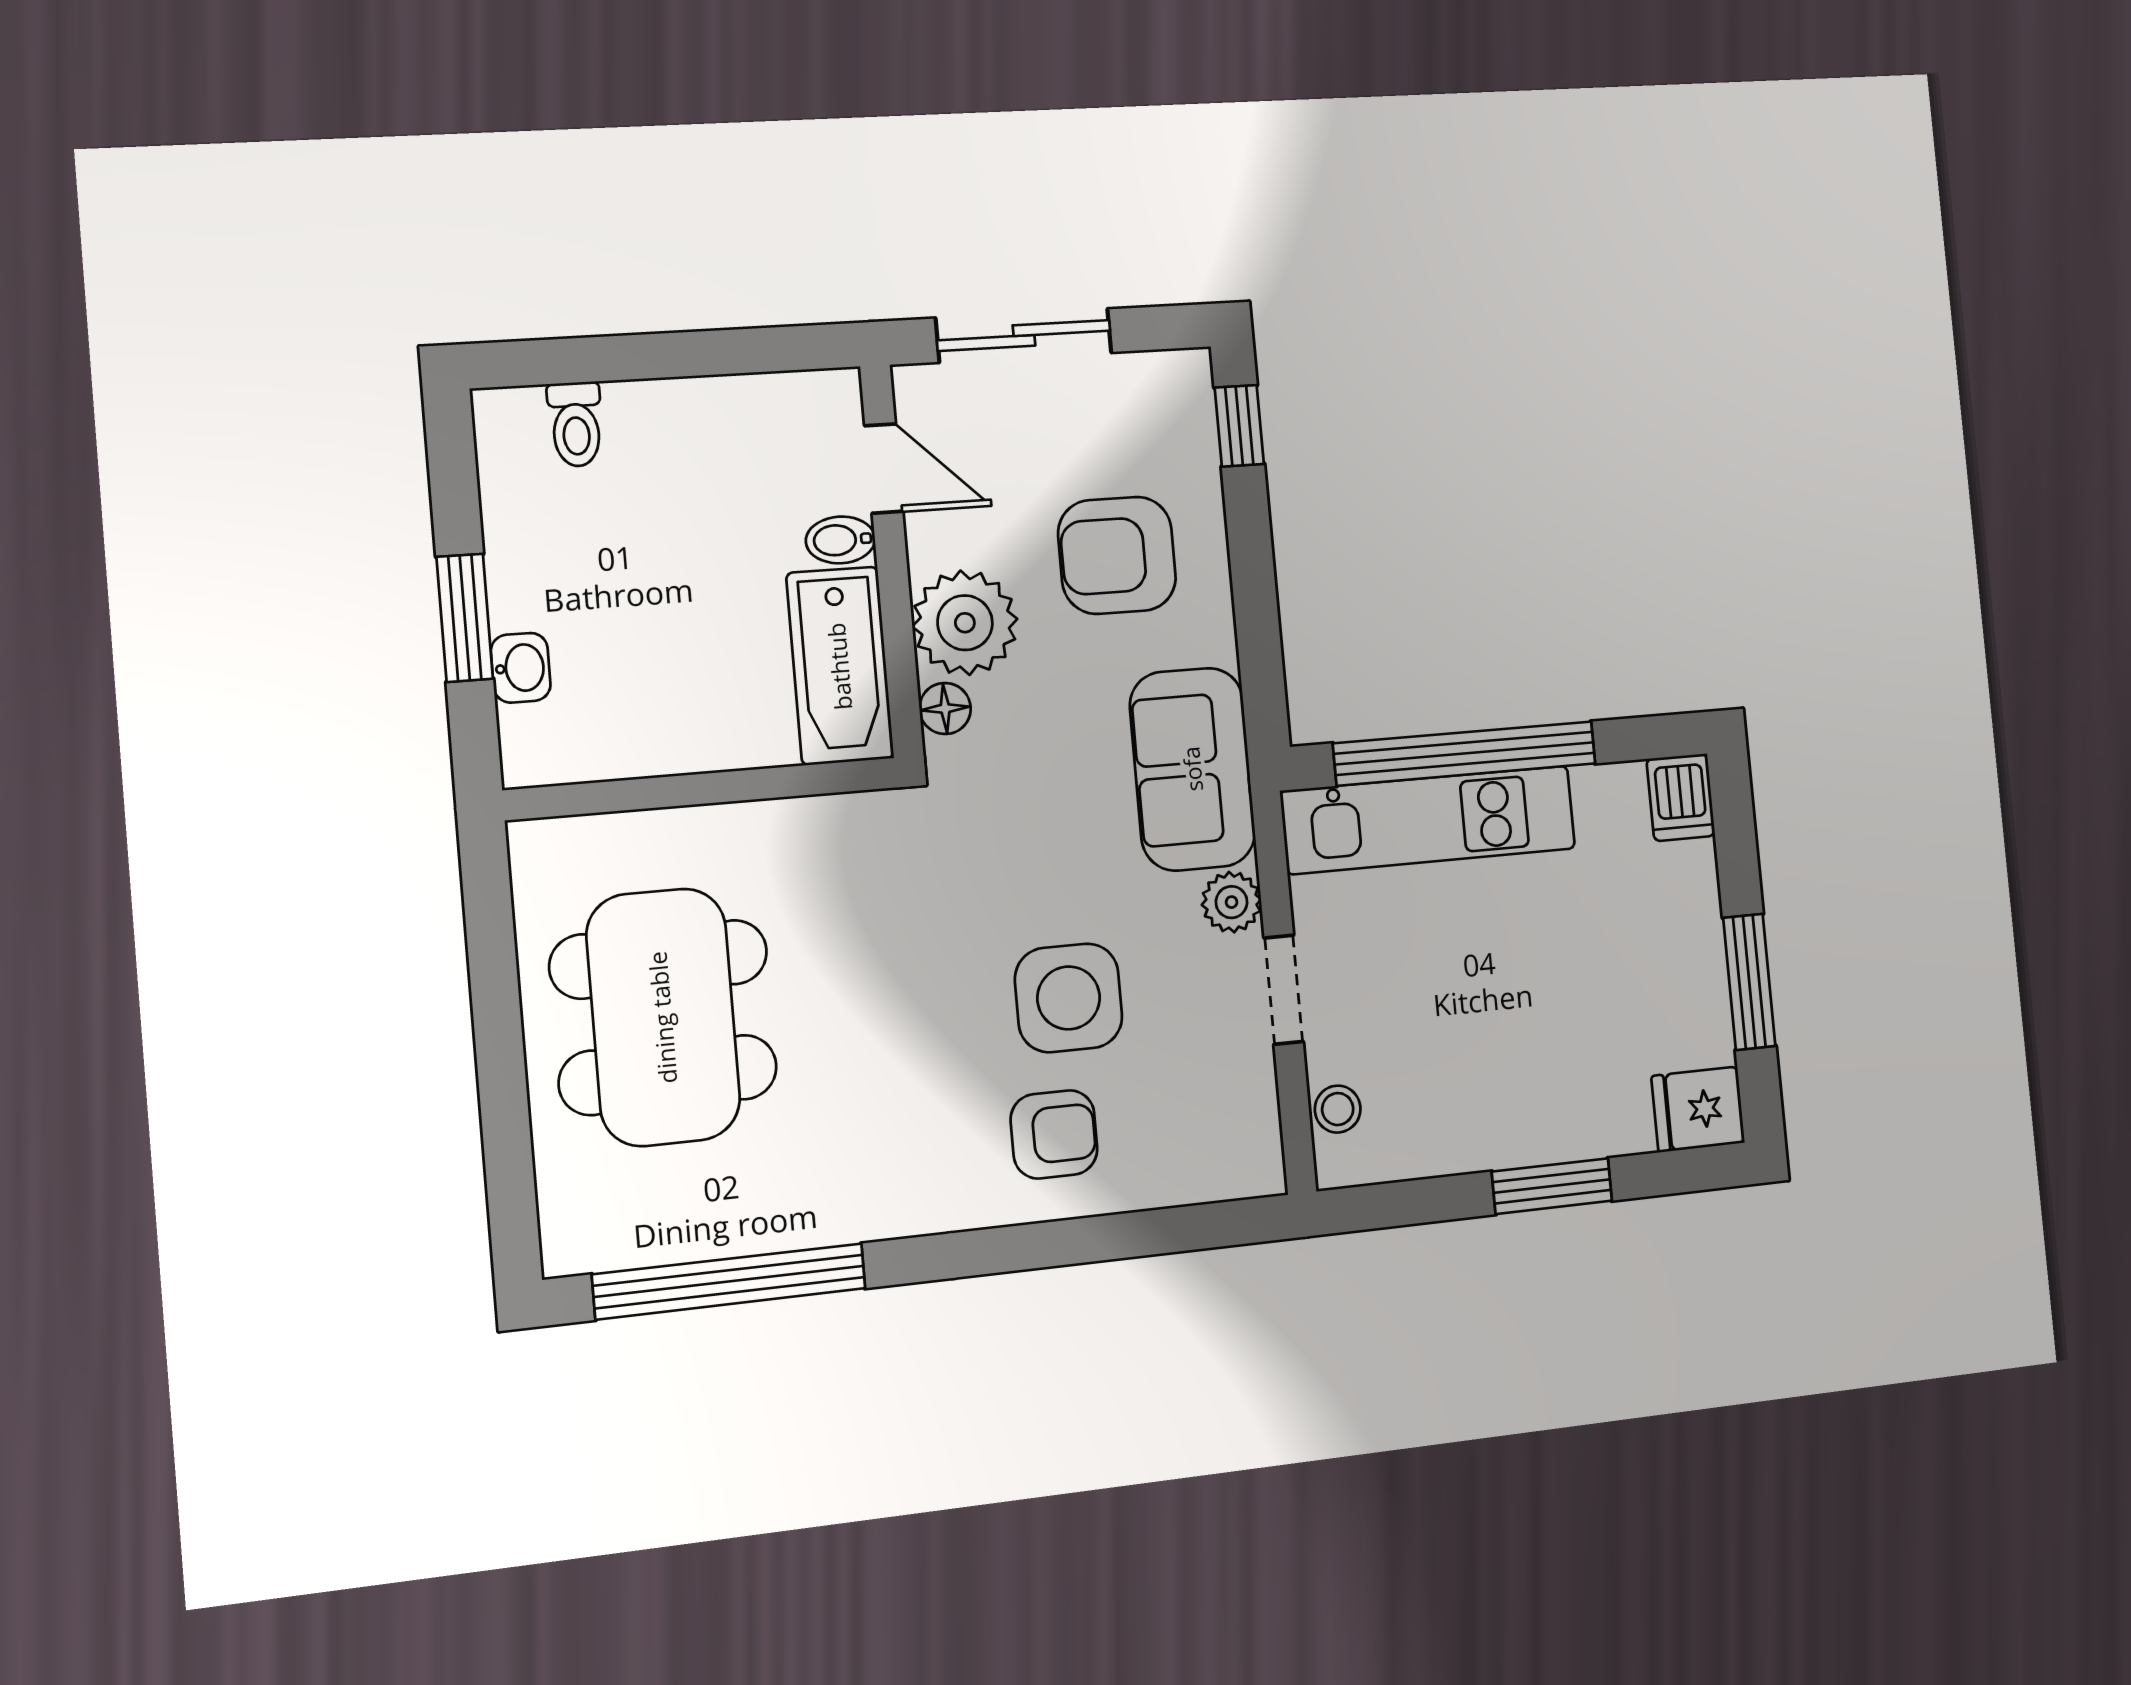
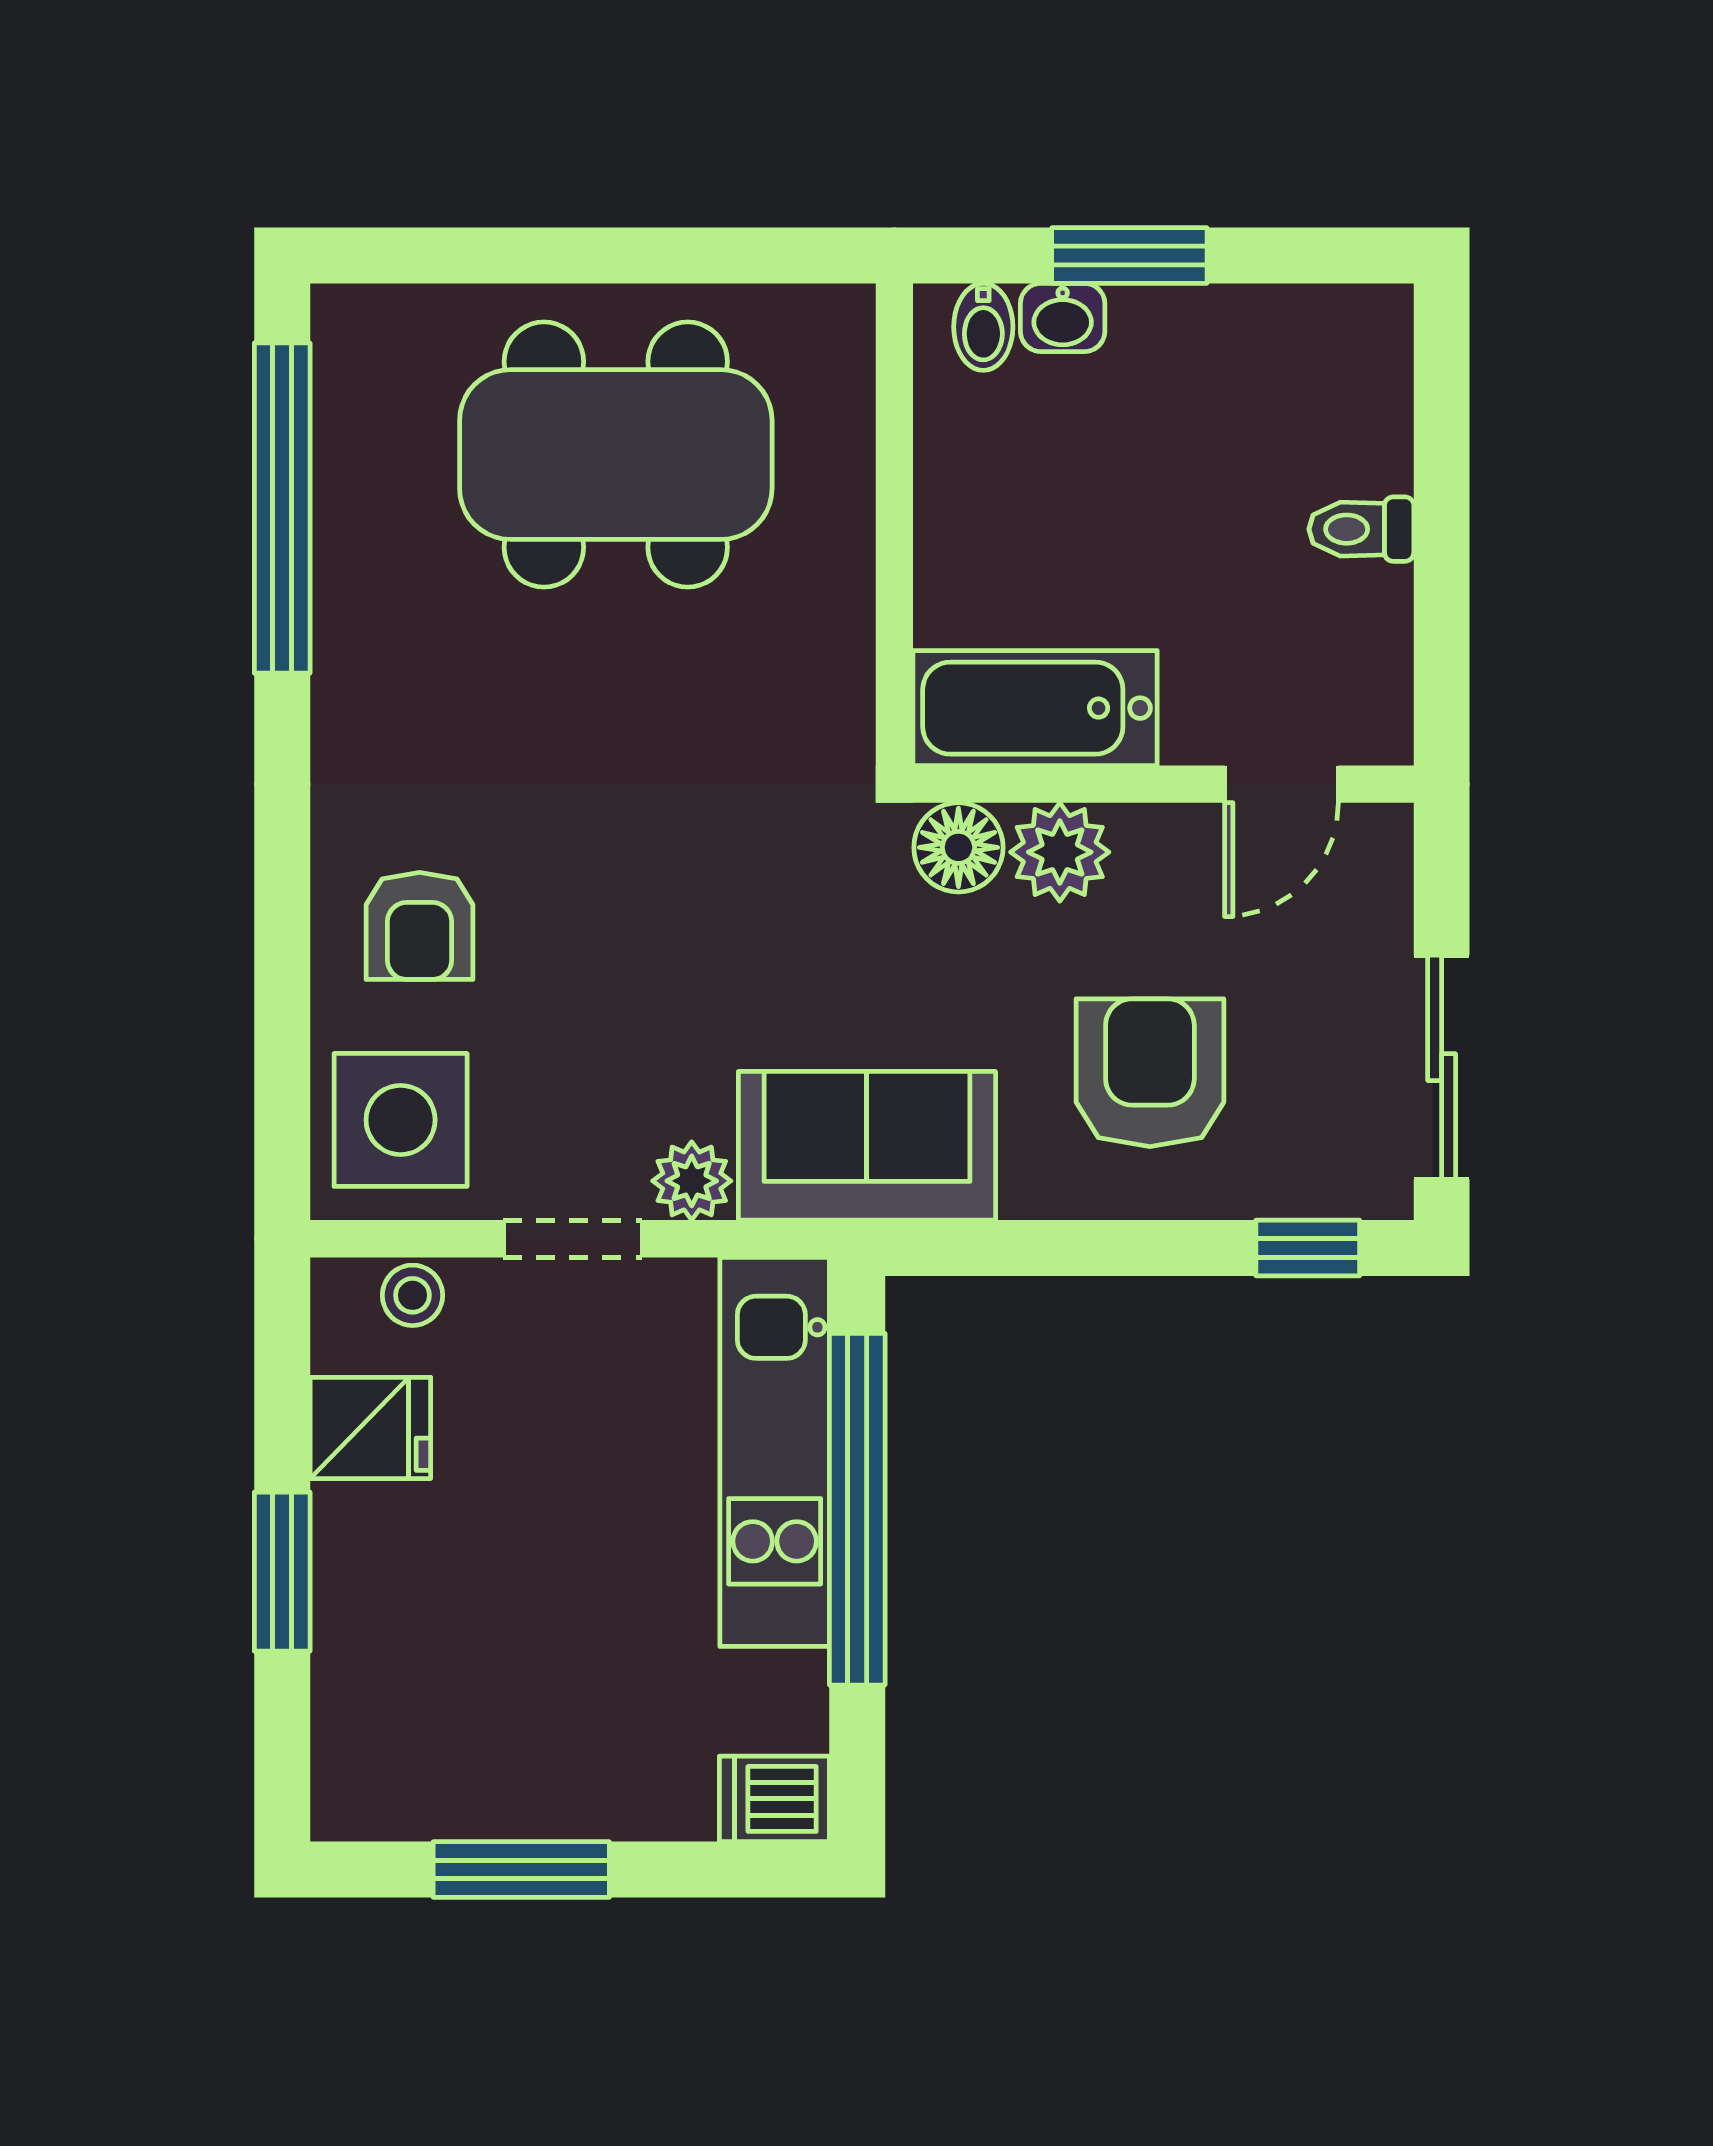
sliding door: (1024, 335) -> (1442, 1067), moved
toilet: (576, 424) -> (1361, 529), moved
bidet: (840, 540) -> (983, 327), moved, turned 180
plant: (965, 623) -> (1060, 852), width x0.73, depth x0.73
floor lamp: (945, 708) -> (958, 847), width x1.37, depth x1.37
side table: (1069, 998) -> (401, 1120), moved
fridge: (1698, 1109) -> (370, 1428), moved, turned 90

